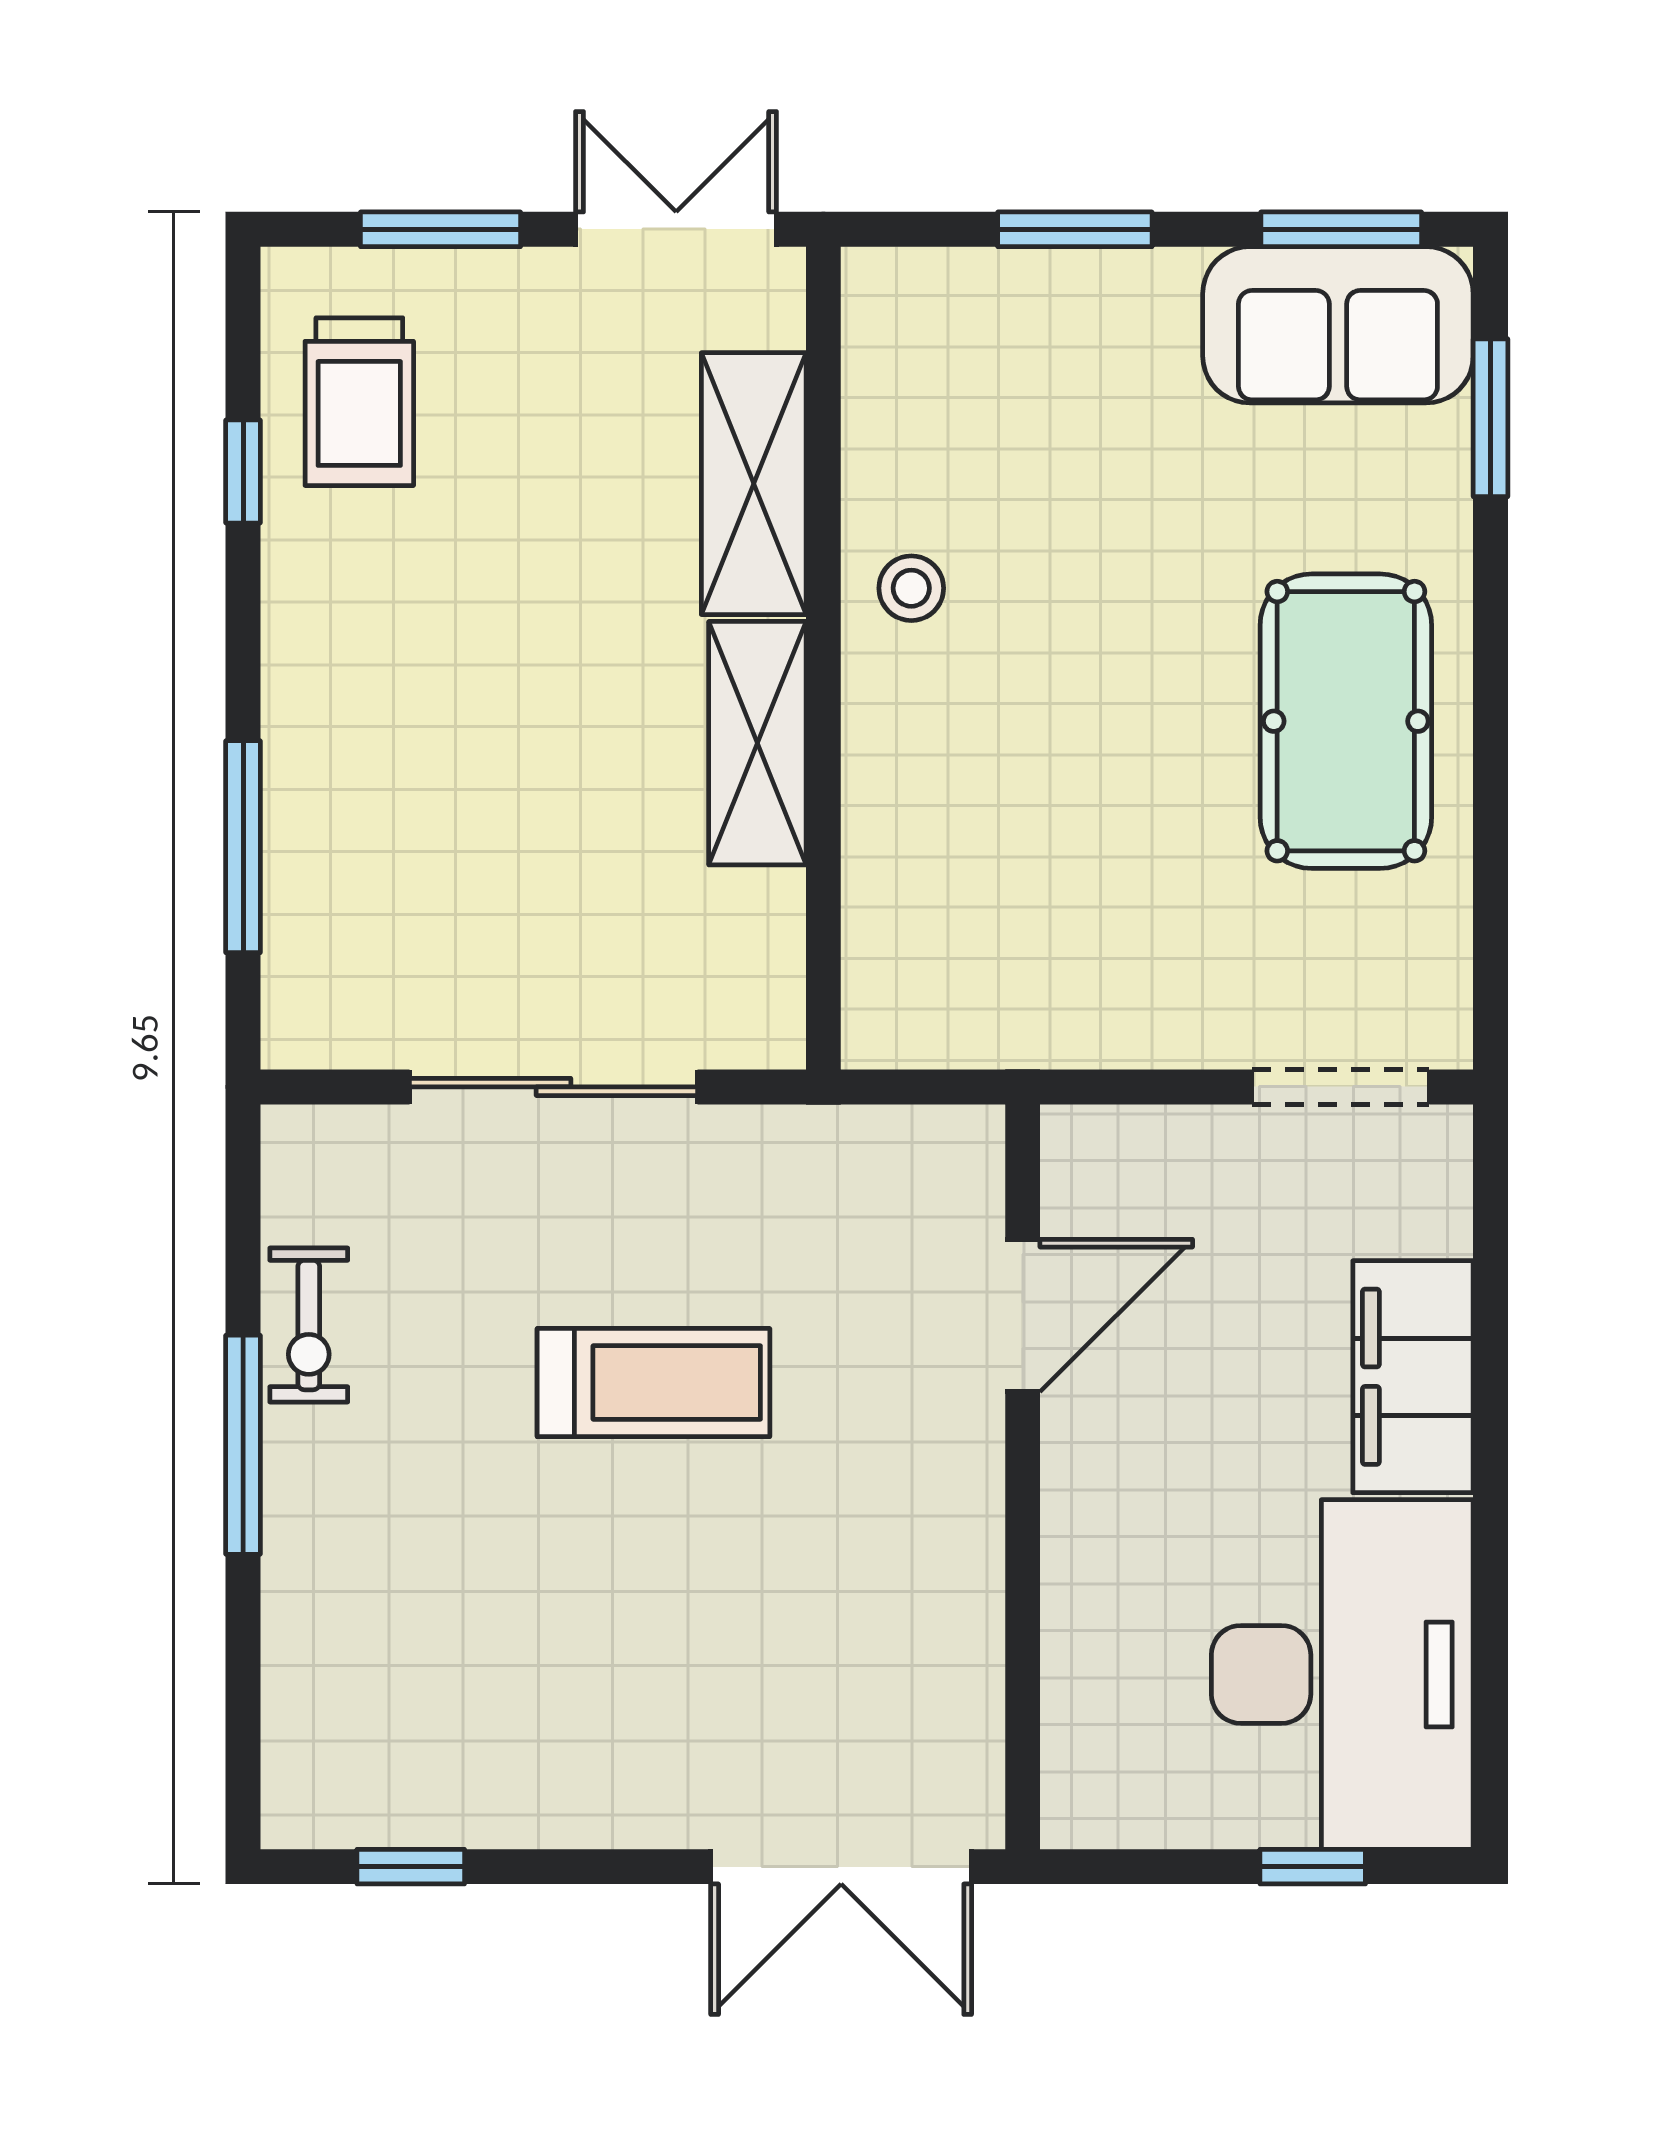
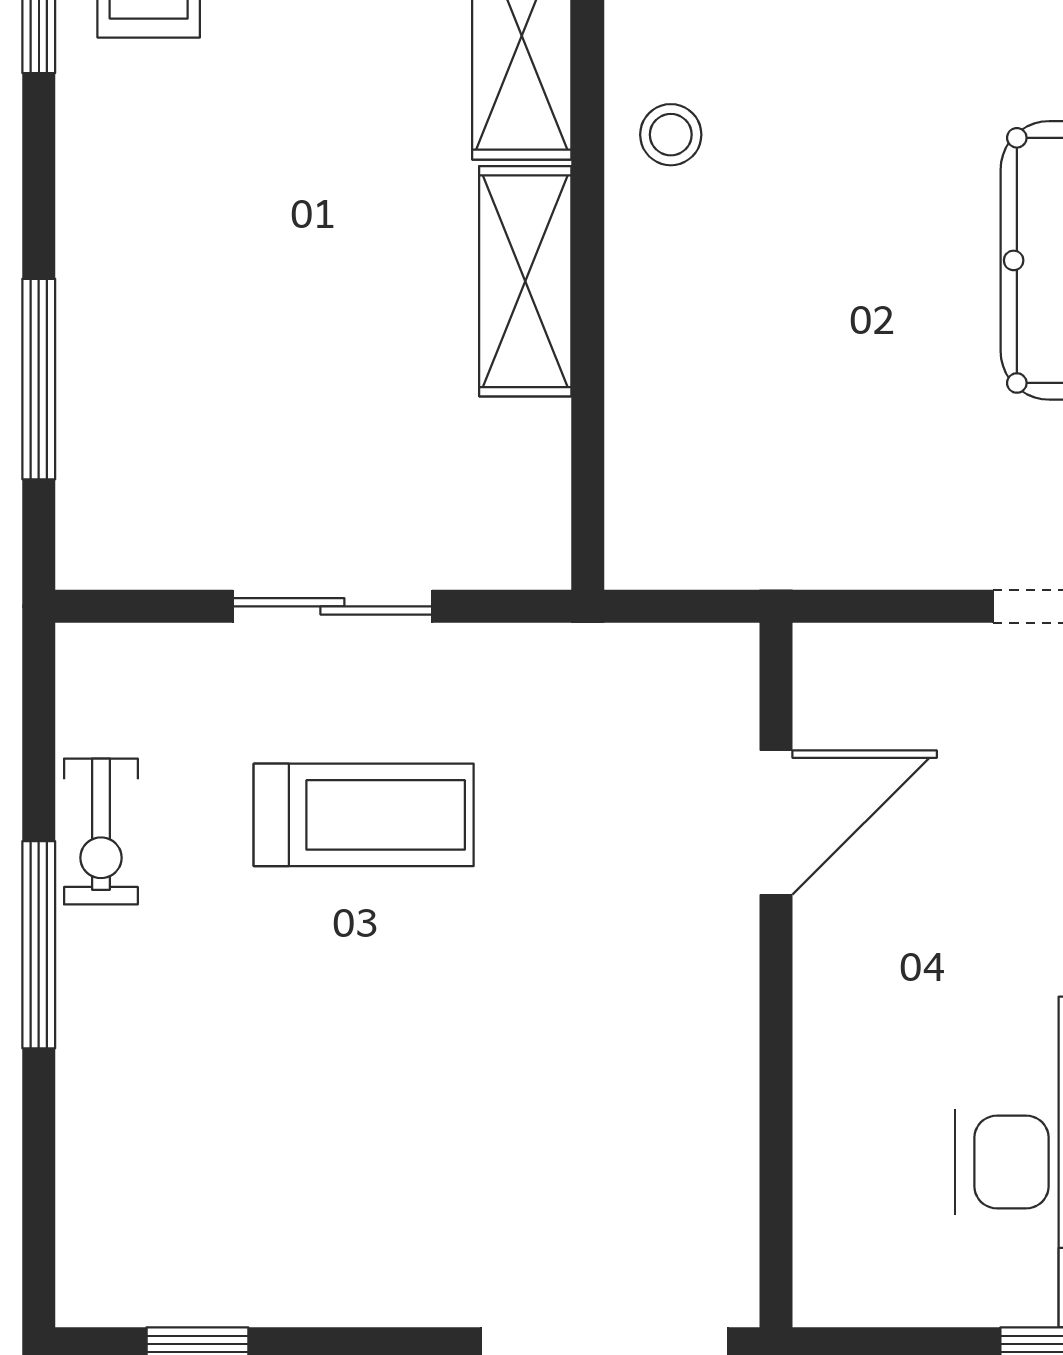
sliding door: (554, 1087) -> (332, 606), width x0.73
treadmill: (653, 1383) -> (364, 815), moved

